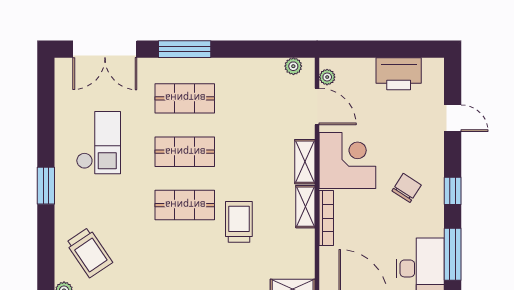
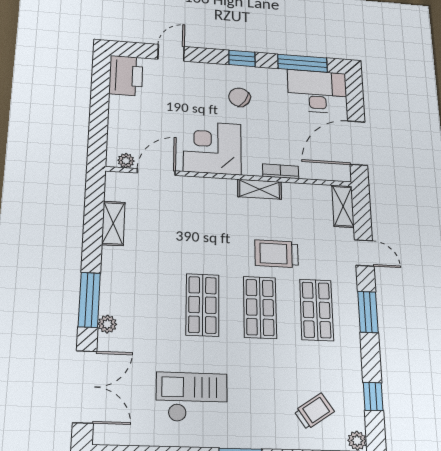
plant: (293, 66) -> (107, 324), moved
printer: (399, 74) -> (126, 76), moved
shop shelf: (185, 98) -> (317, 310), moved
shelving: (305, 162) -> (113, 223), moved, turned 90
bookcase: (326, 218) -> (281, 171), width x0.64
trolley: (89, 253) -> (314, 411), width x0.73, depth x0.72

